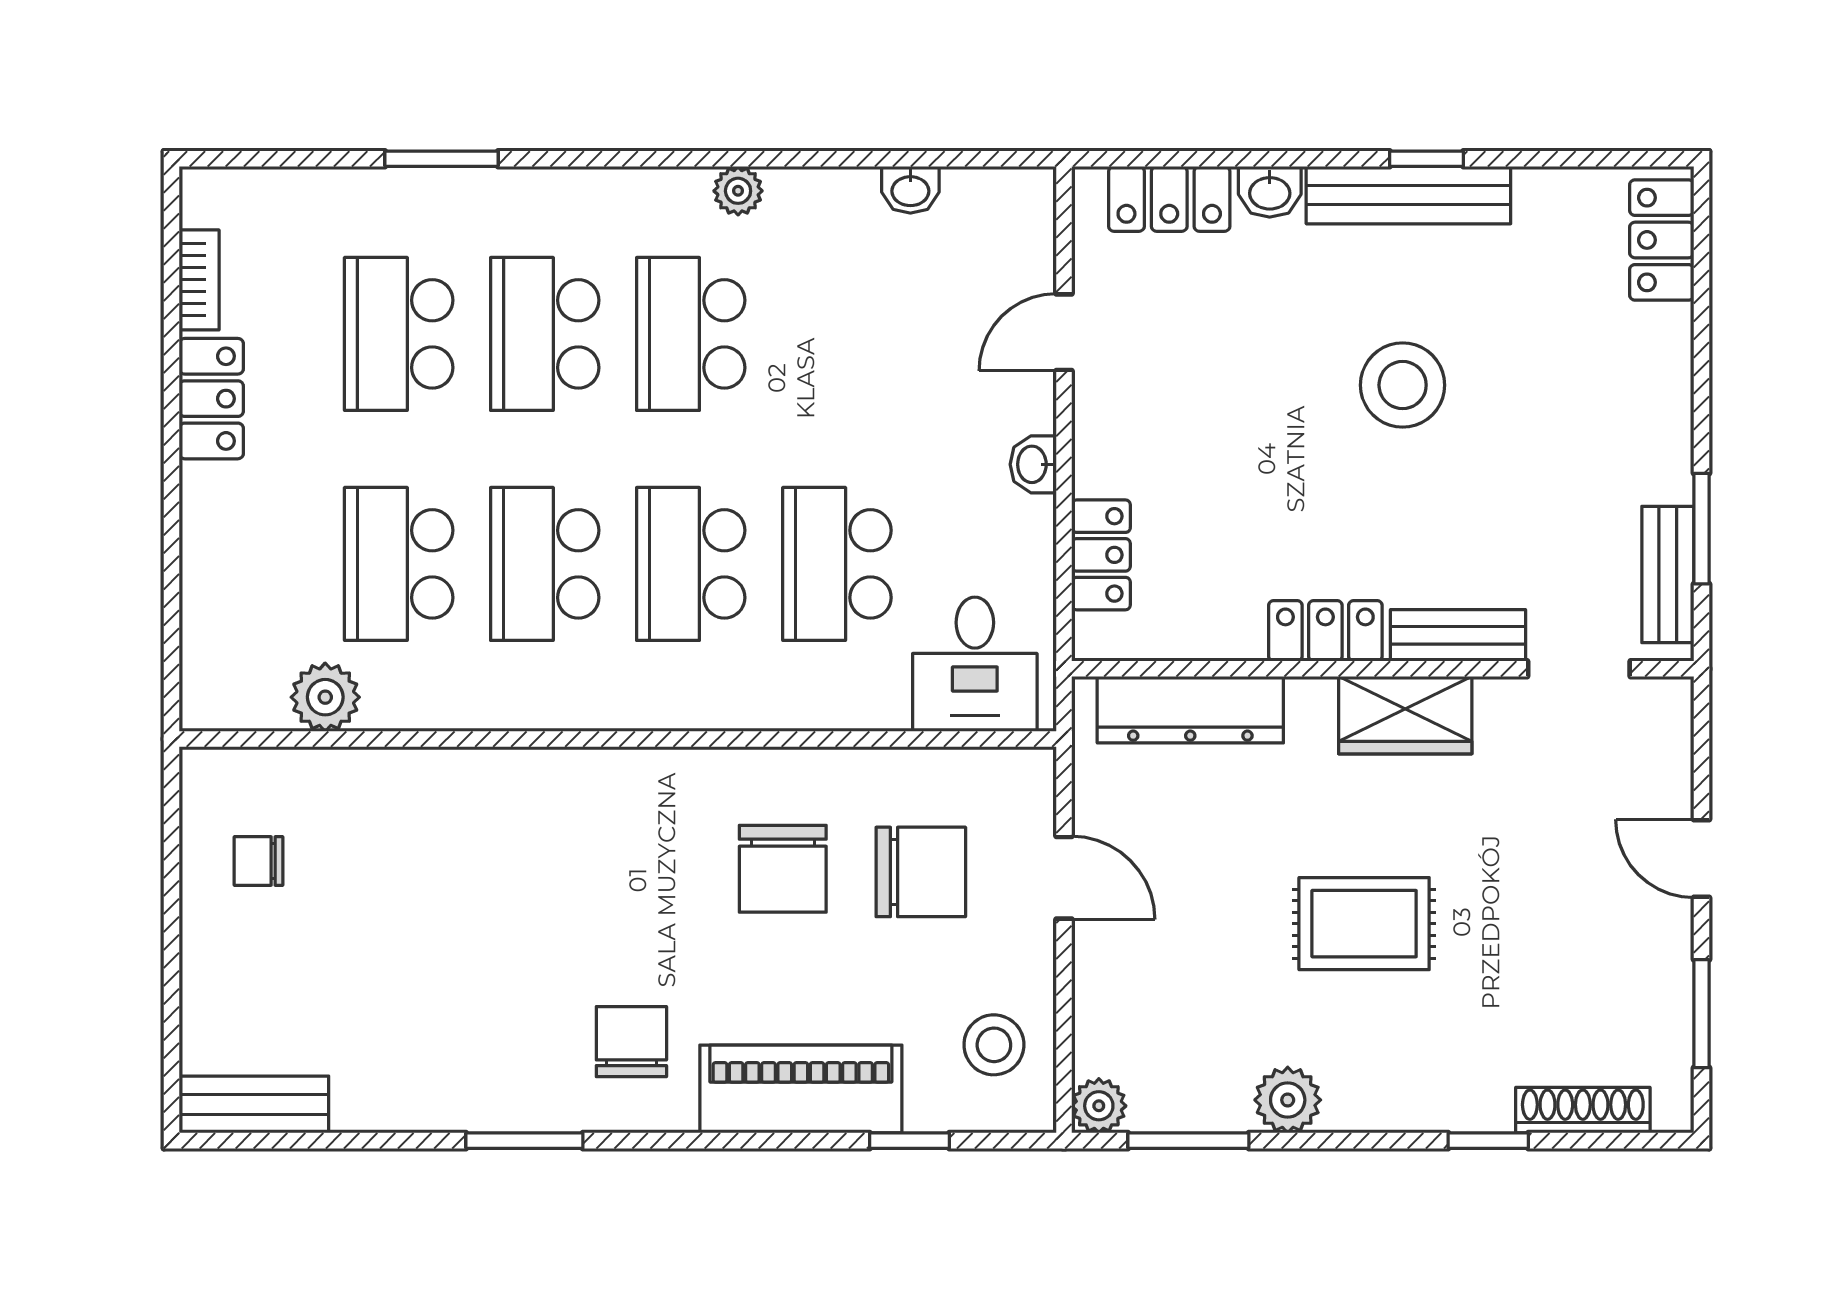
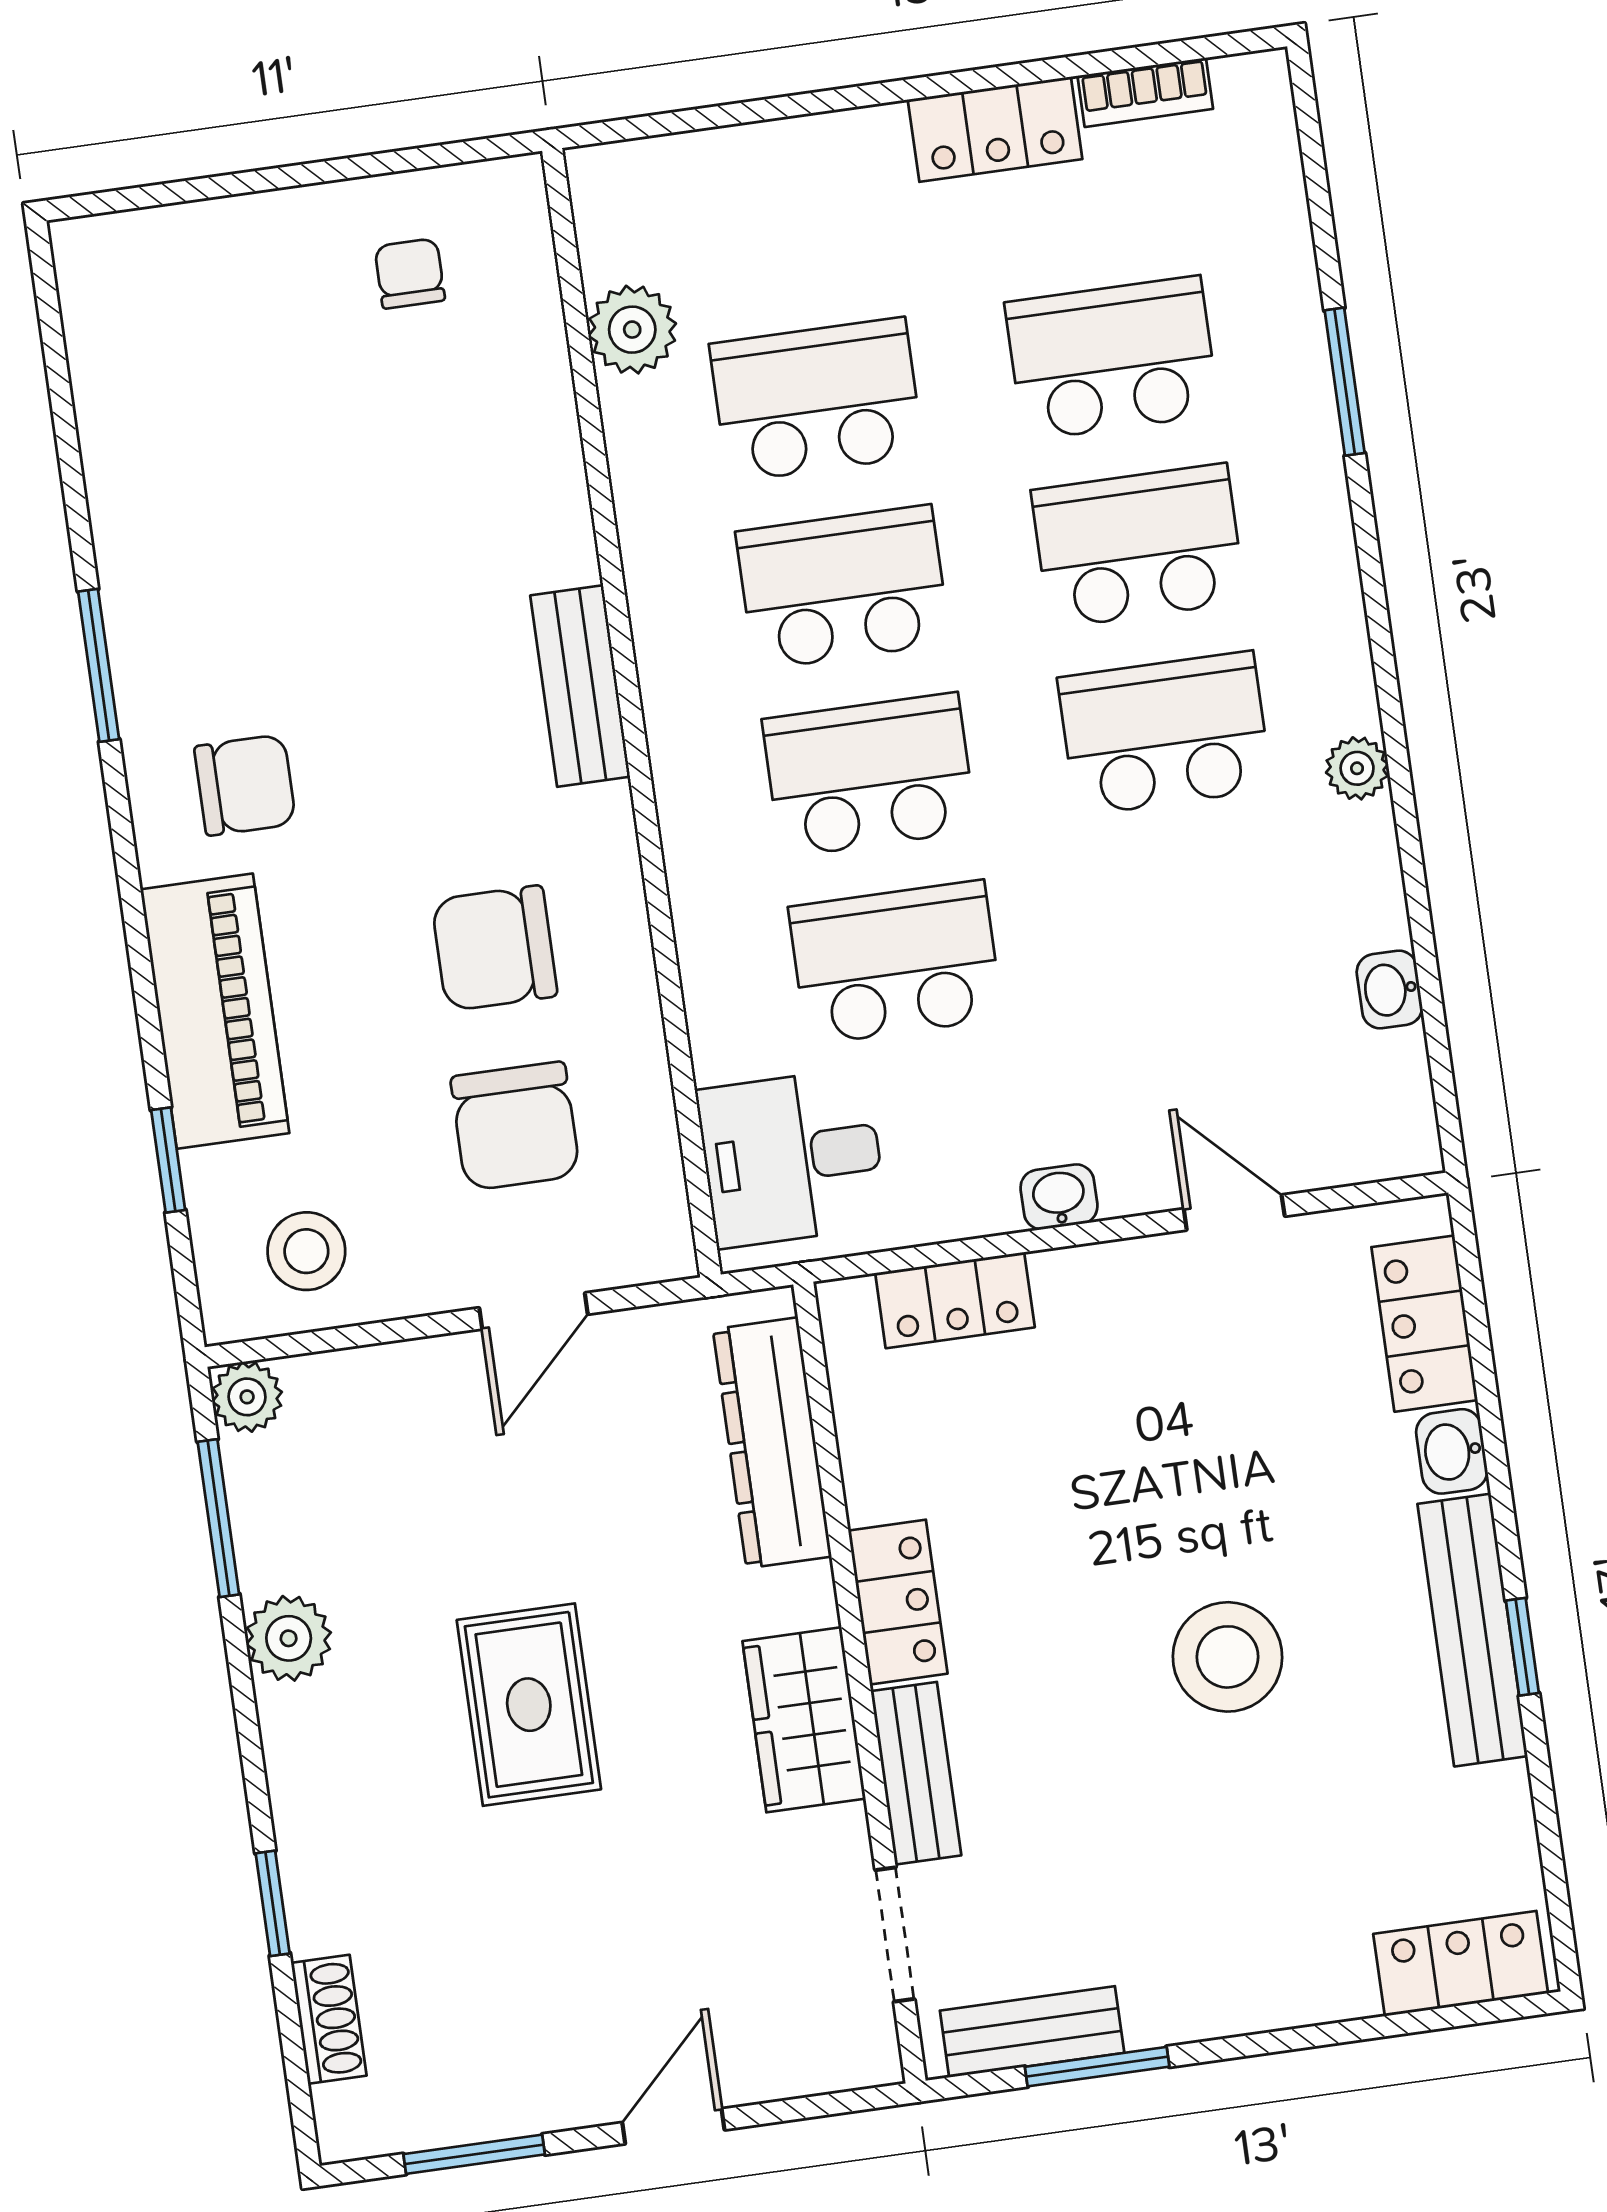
bench: (254, 1104) -> (580, 686), moved
shoe rack: (1583, 1110) -> (329, 2019), width x0.70

